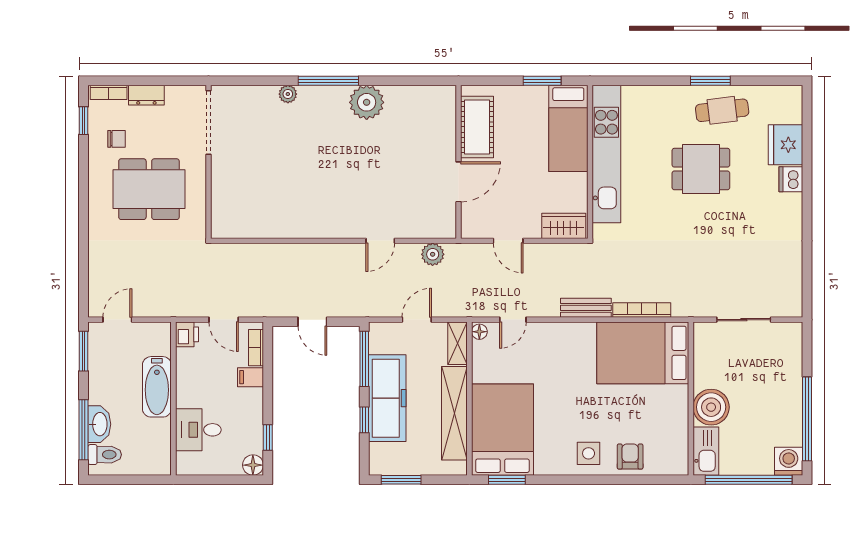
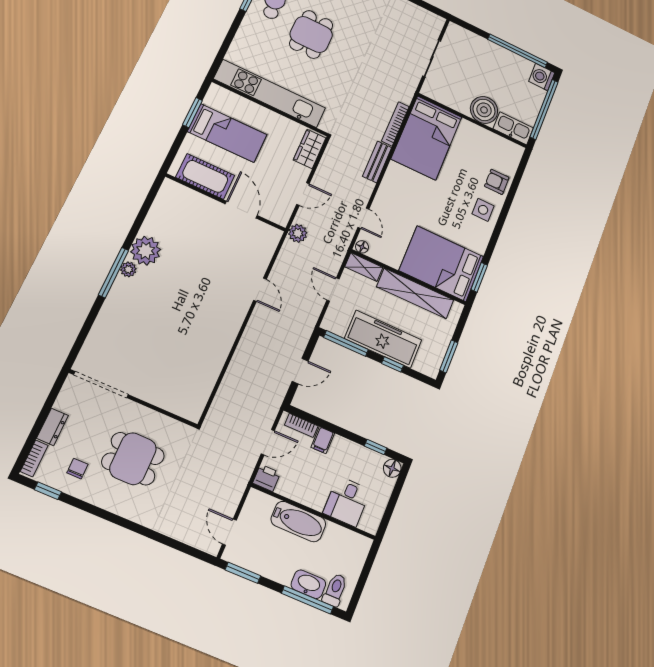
plant: (288, 94) -> (128, 269), moved
bed: (568, 128) -> (227, 133), moved
dining table: (149, 189) -> (133, 459), width x0.73
plant: (433, 254) -> (298, 233), moved

